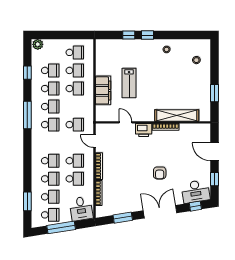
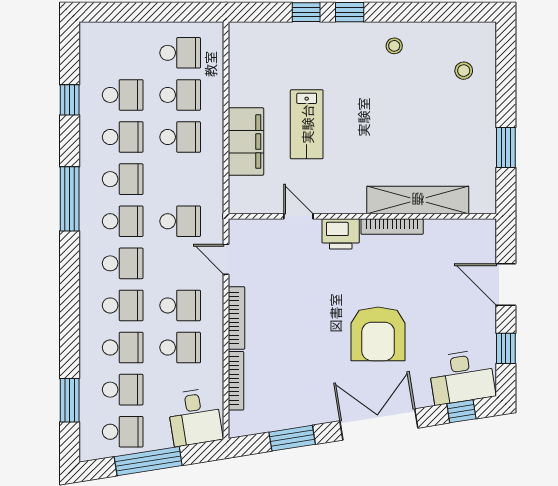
plant: (38, 44) -> (94, 34), removed
school desk: (50, 143) -> (123, 263), added
armchair: (160, 173) -> (378, 334), width x1.88, depth x1.88

